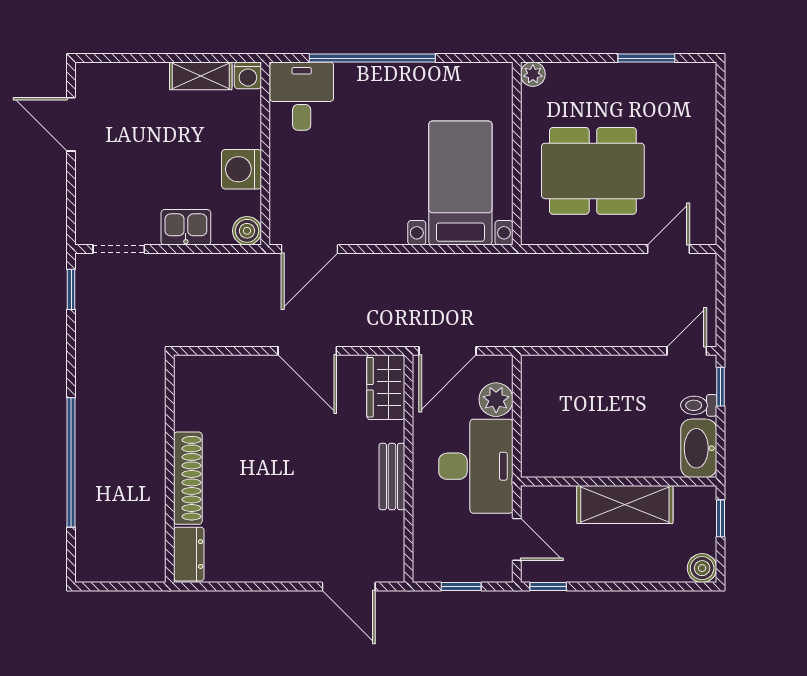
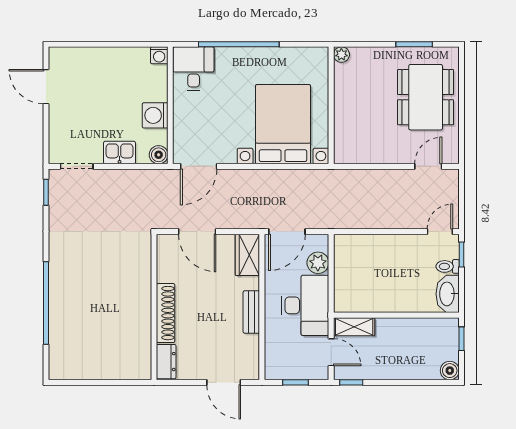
shelving: (201, 76) -> (129, 56), removed
dining table: (593, 171) -> (426, 97), moved, turned 90
bed with nightstands: (460, 183) -> (283, 124), width x1.36
wall: (170, 469) -> (154, 307), moved
shoe rack: (188, 478) -> (166, 313), moved
shelving: (625, 504) -> (354, 327), moved, width x0.67, depth x0.75
dresser: (189, 554) -> (166, 362), moved

